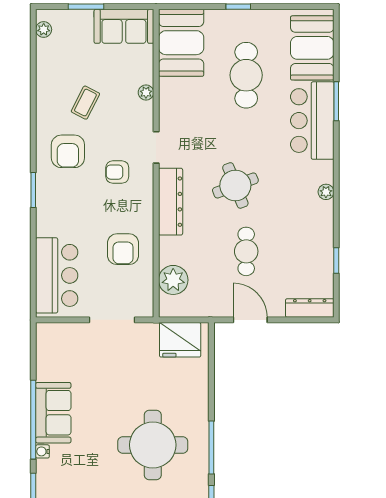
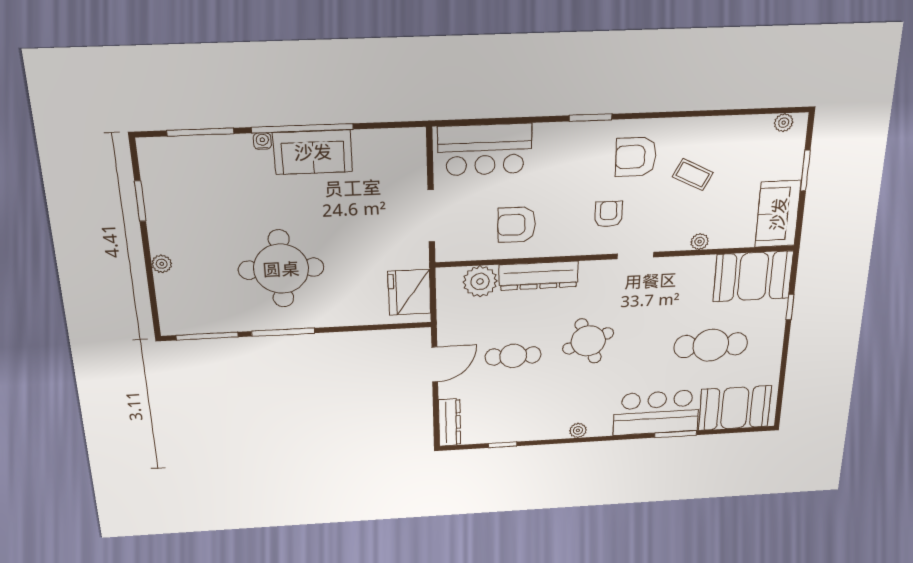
window: (238, 7) -> (790, 307), moved
dresser: (171, 202) -> (539, 276), moved

